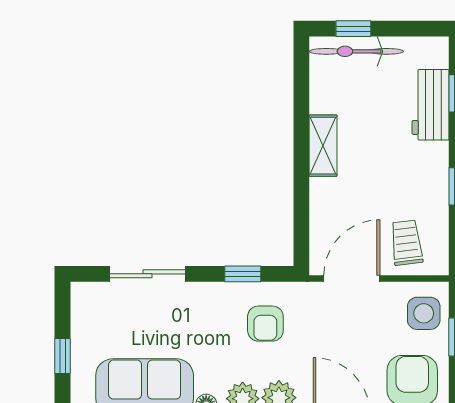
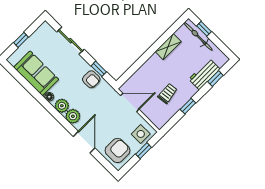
shelving: (323, 146) -> (168, 47), moved
trolley: (406, 243) -> (167, 93), moved
armchair: (265, 324) -> (91, 79), moved, turned -90

